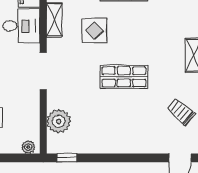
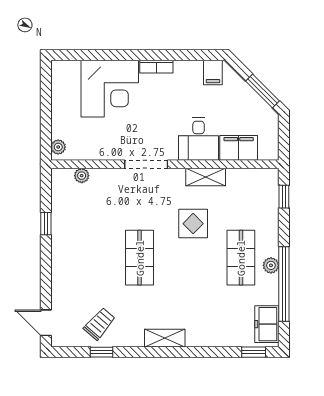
plant: (59, 121) -> (82, 176), width x0.53, depth x0.53
window: (67, 158) -> (46, 224), moved

